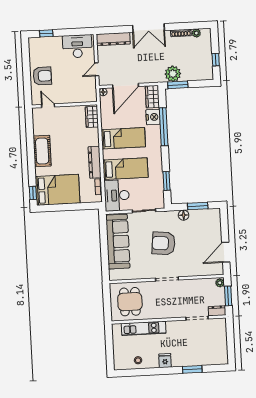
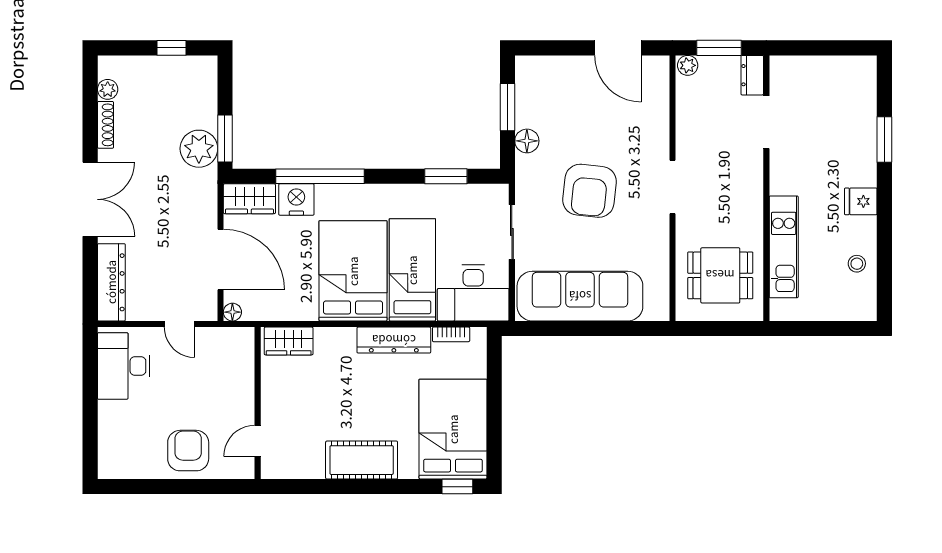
window: (46, 33) -> (90, 436), removed
bed: (123, 138) -> (353, 271), width x1.50

